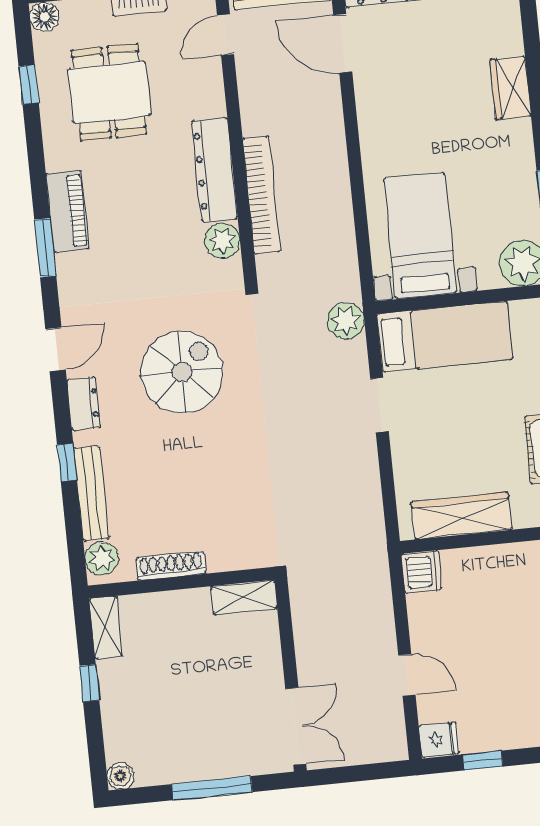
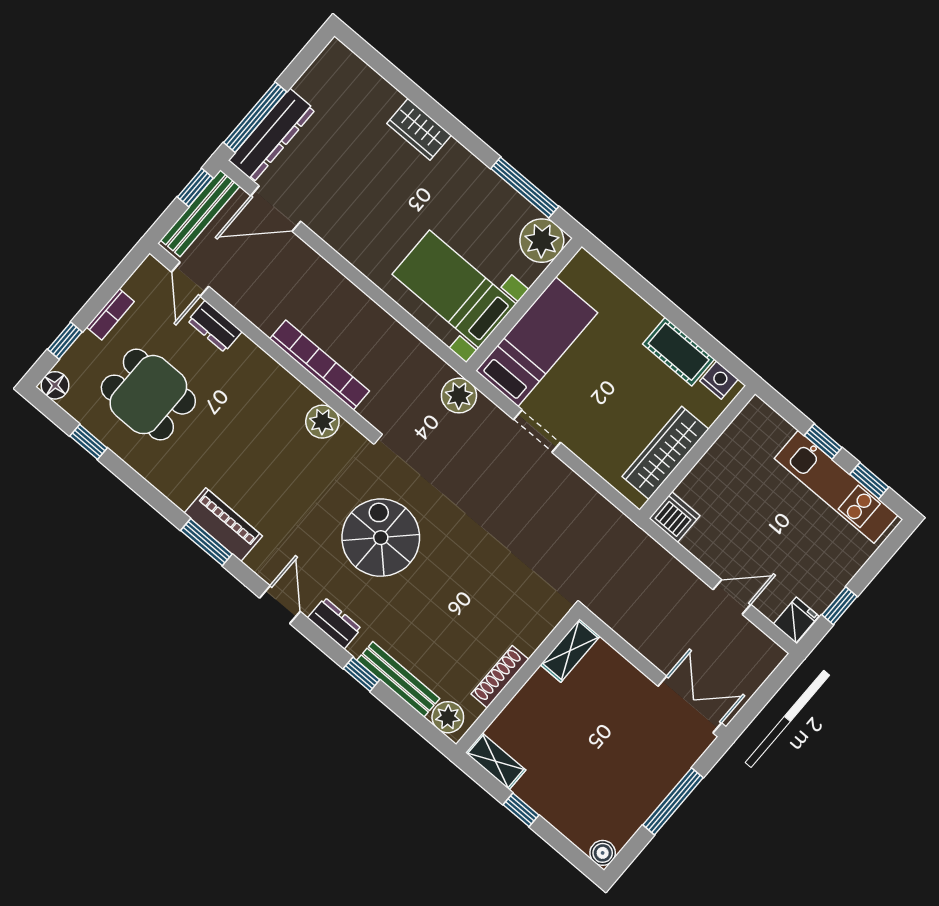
dresser: (215, 170) -> (215, 326), moved, width x0.51, depth x0.80
piano: (67, 211) -> (223, 525), moved

